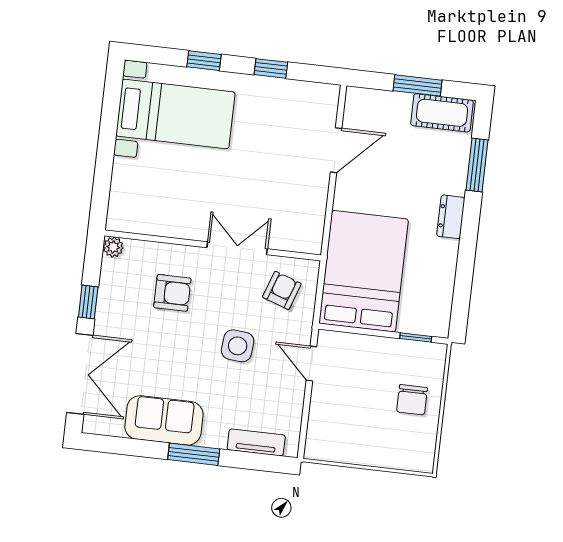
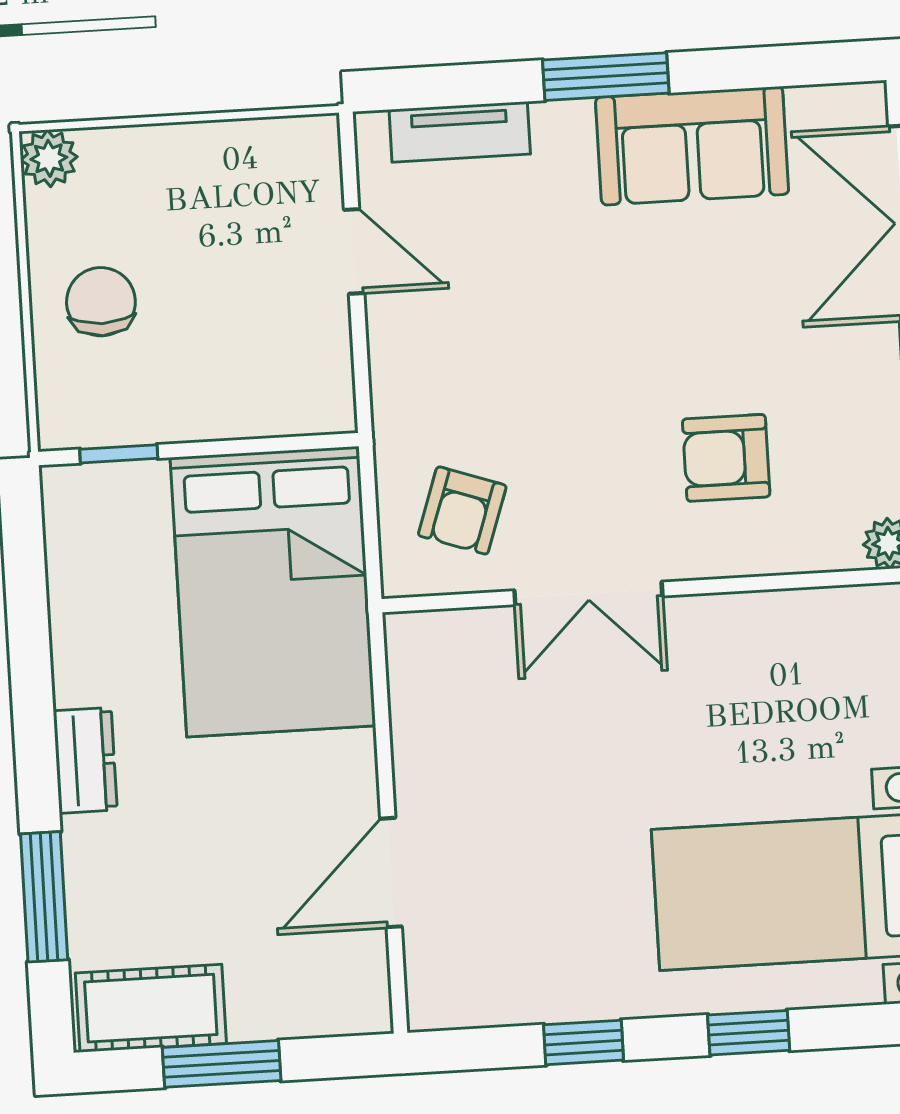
side table: (238, 346) -> (546, 357), removed
door: (311, 364) -> (354, 251), moved
plant: (423, 461) -> (49, 158), added

